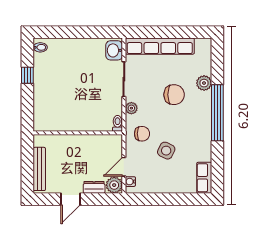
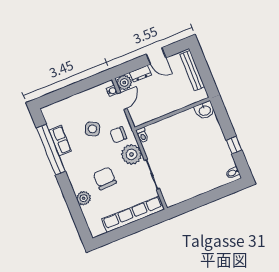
washbasin: (114, 50) -> (205, 110), moved, turned 90
chair: (174, 95) -> (105, 178), turned 88
plant: (131, 108) -> (131, 154), width x1.88, depth x1.88
window: (217, 113) -> (51, 150), moved
row of seats: (204, 178) -> (60, 141), moved
door: (71, 199) -> (156, 56), swing flipped

